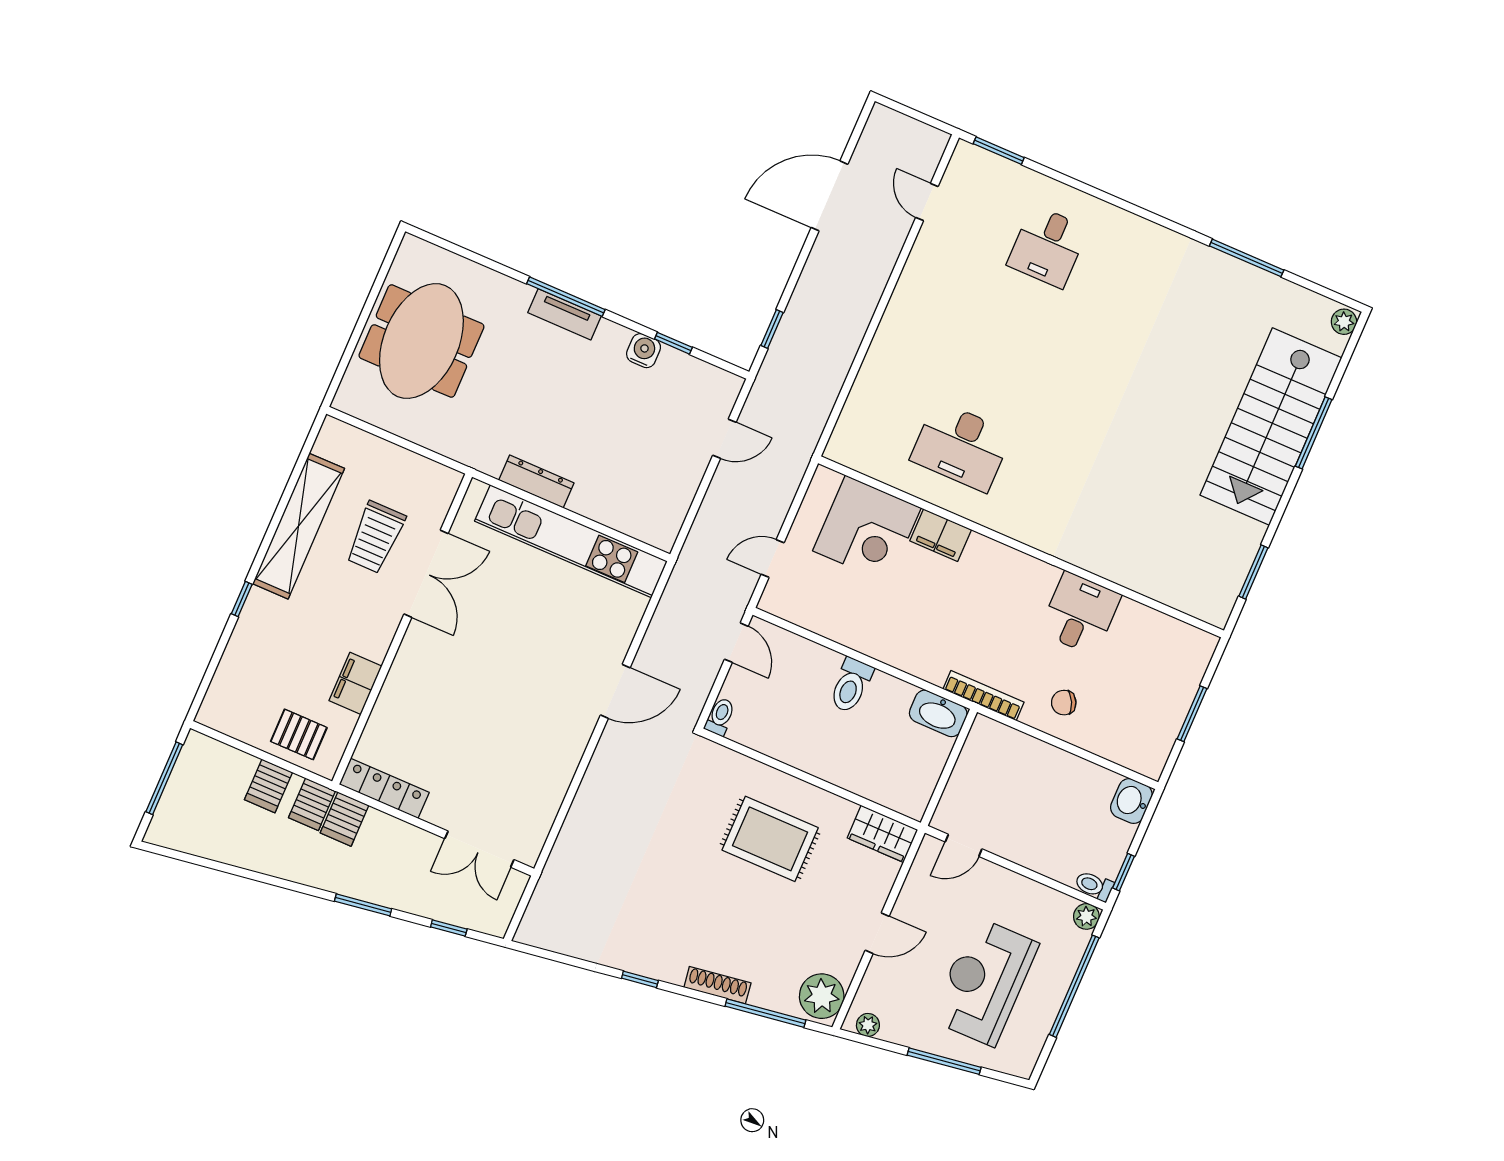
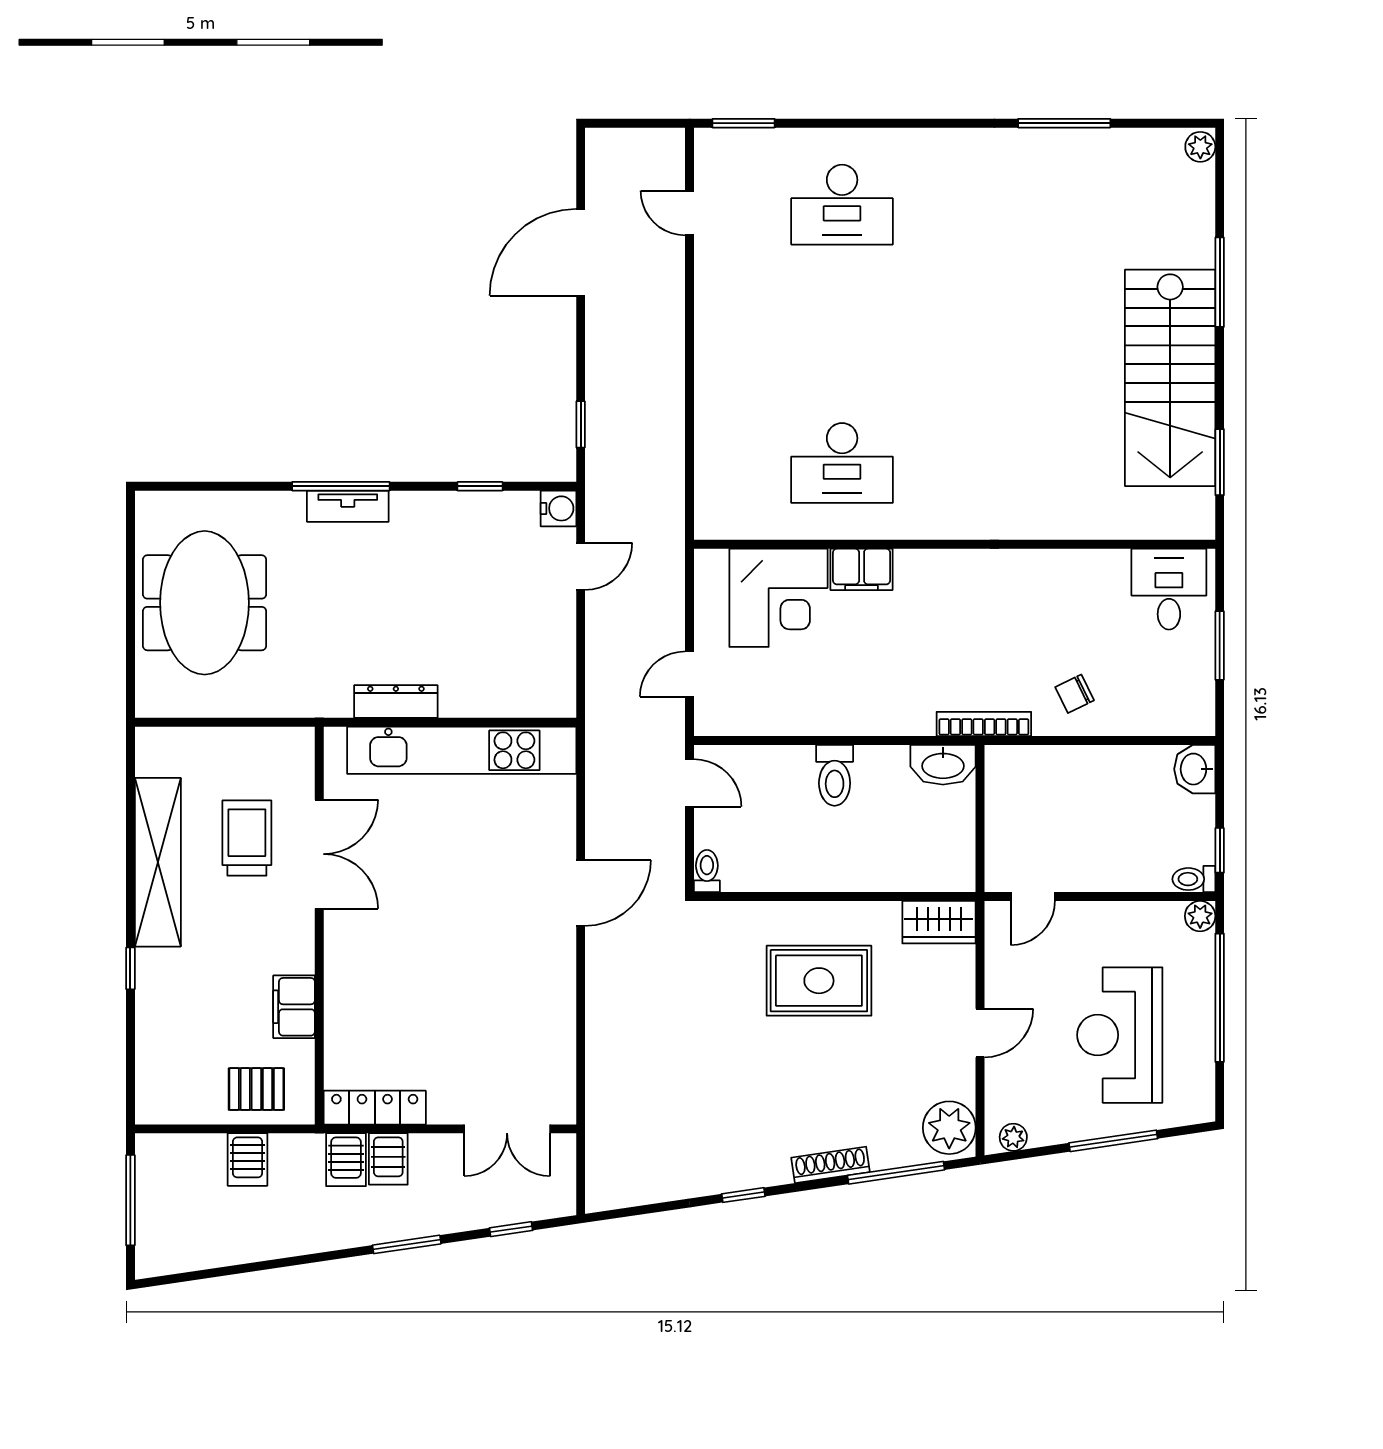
desk: (1048, 247) -> (842, 205), width x1.37
water cooler: (644, 351) -> (558, 508), moved, turned 90
stairs: (1271, 427) -> (1170, 378), moved
trolley: (375, 537) -> (247, 838), turned 180
desk: (1080, 614) -> (1169, 589), moved
server rack: (312, 804) -> (388, 1159), moved

